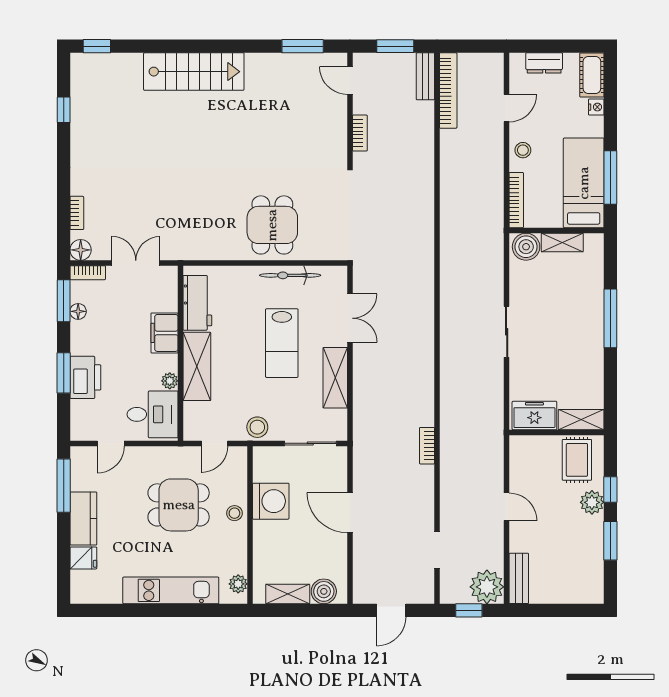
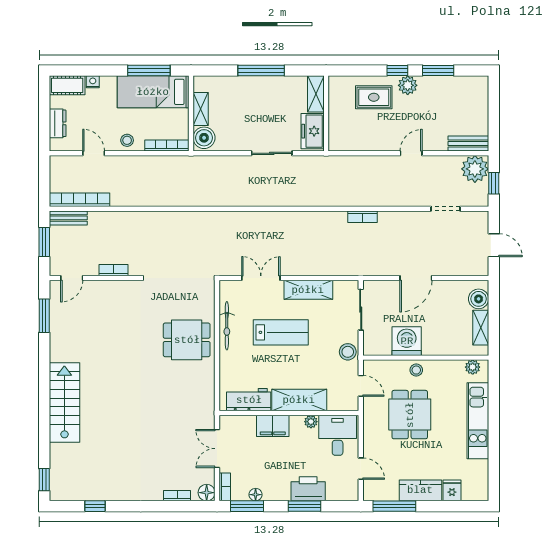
freezer: (534, 416) -> (313, 131), moved
shelving: (581, 420) -> (316, 94), moved
wall: (557, 433) -> (326, 113), moved

